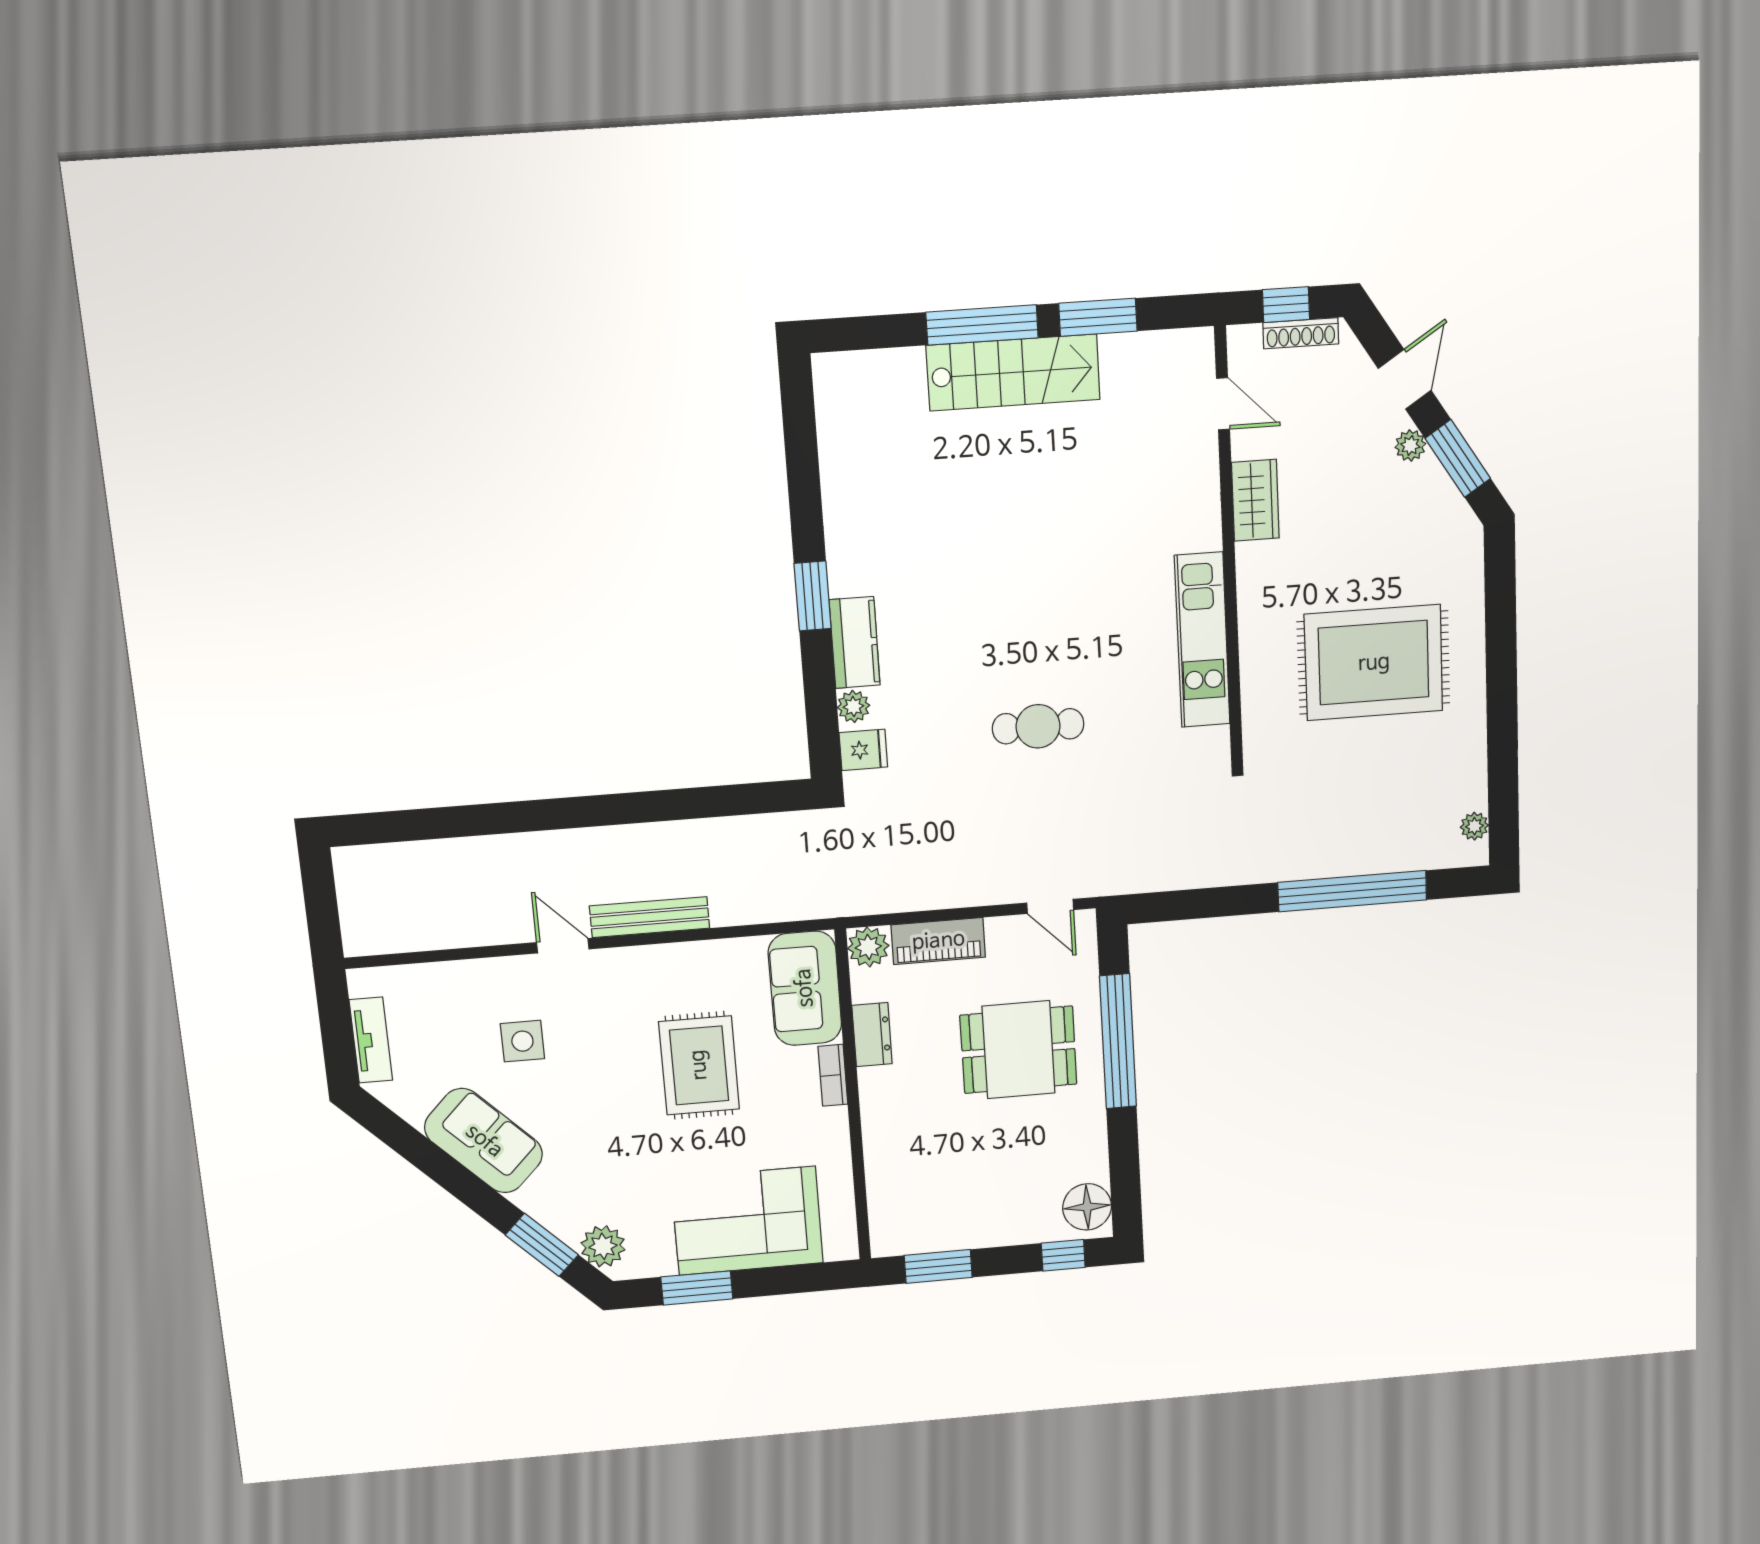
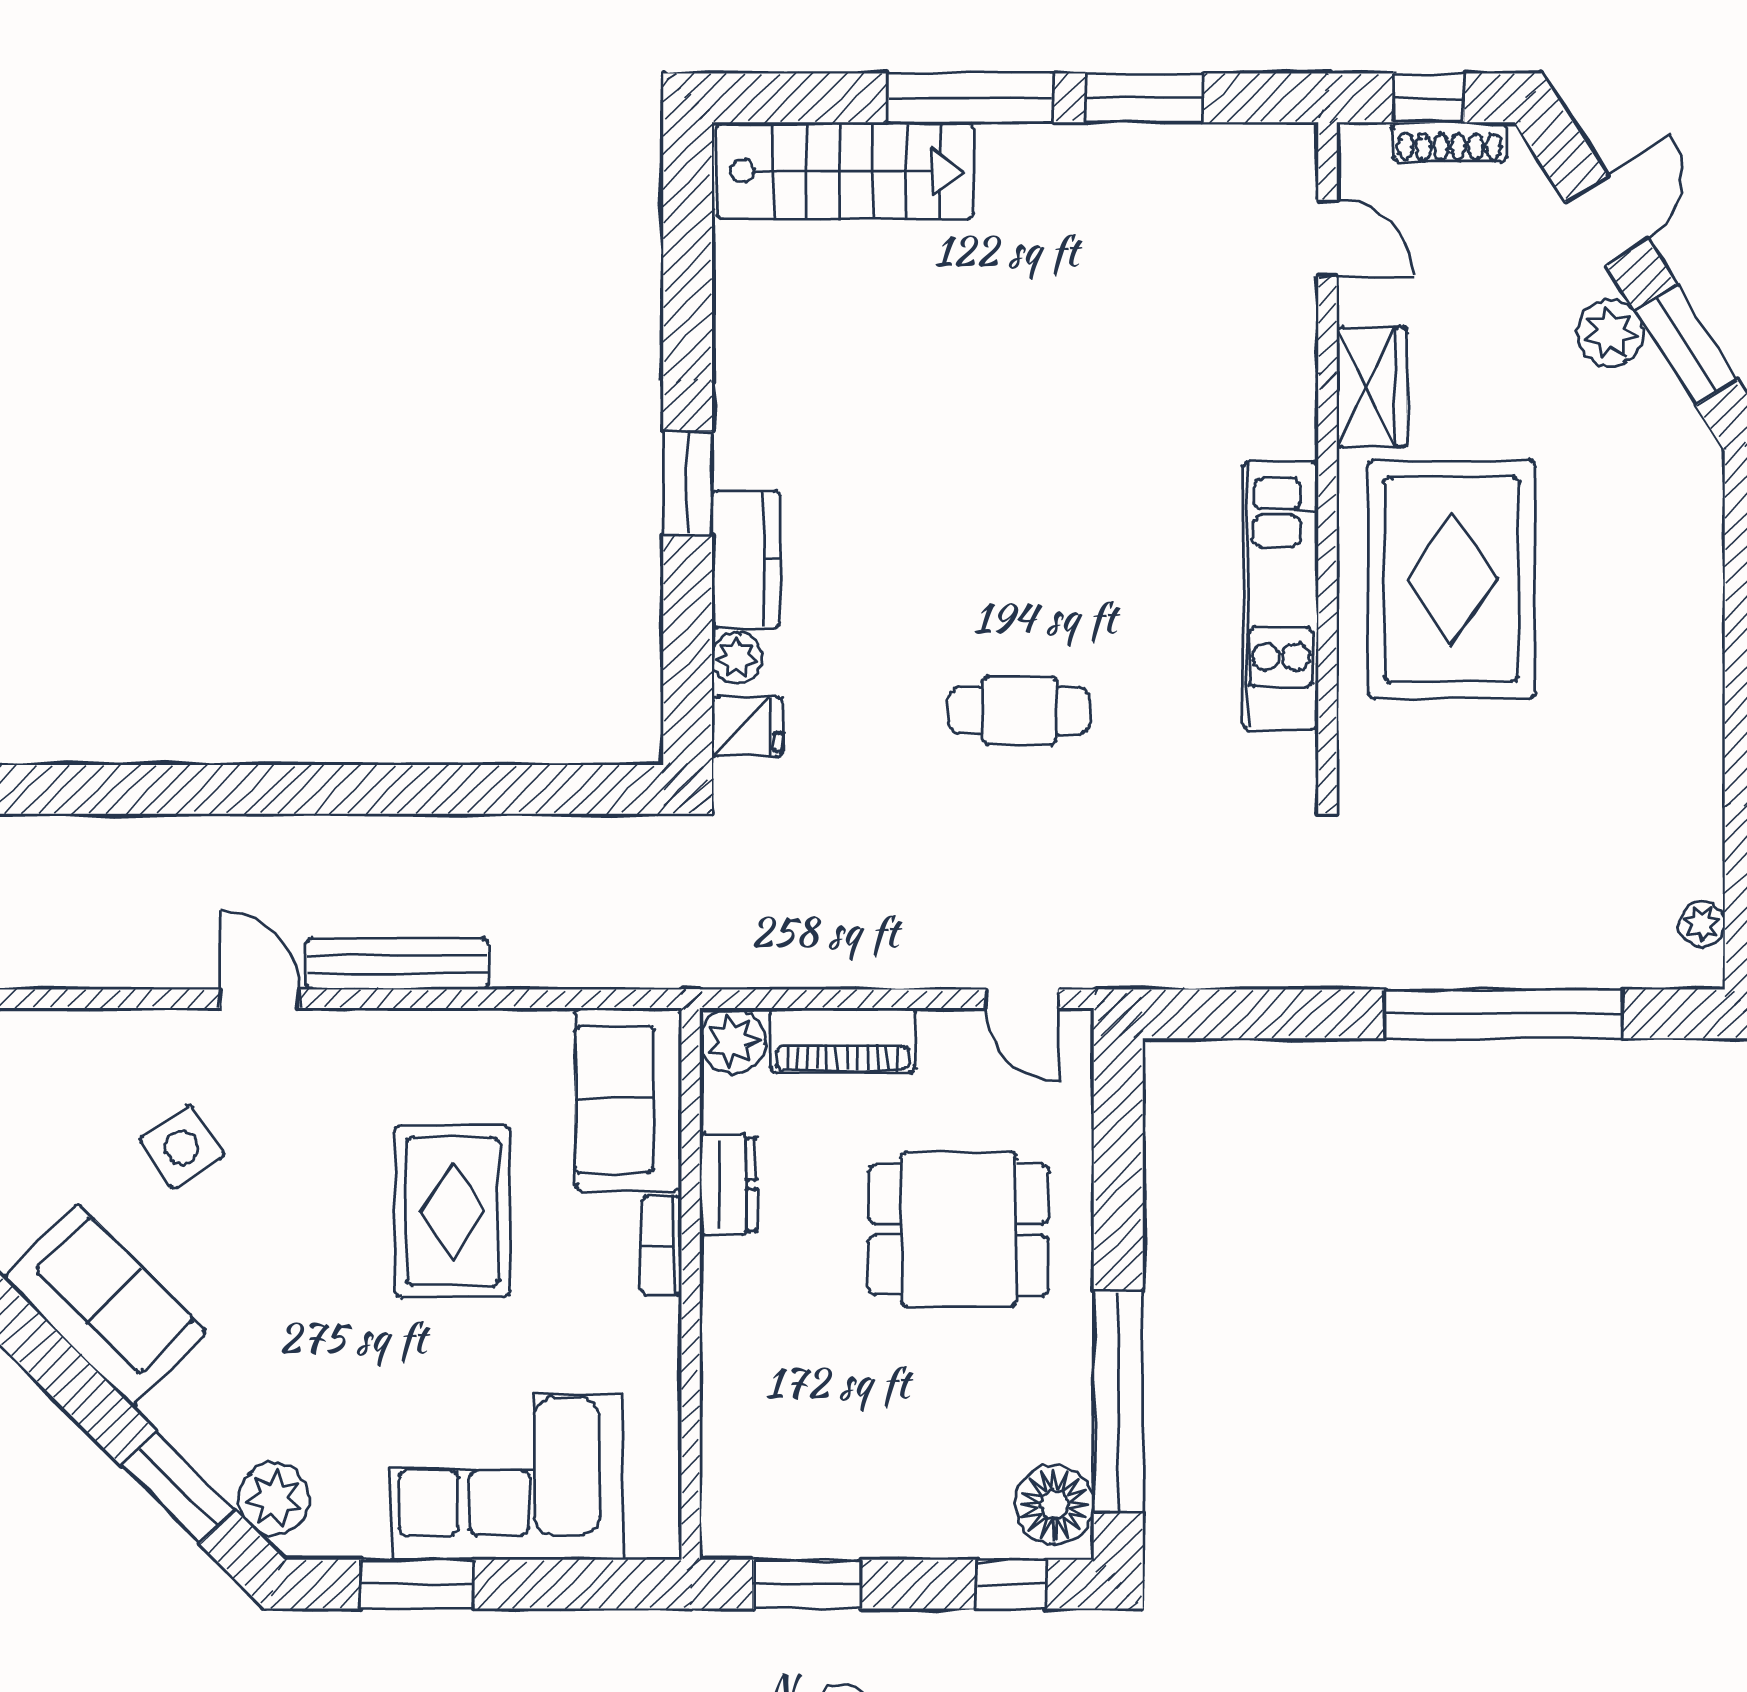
stairs: (1013, 373) -> (845, 171), moved
plant: (1410, 446) -> (1610, 333), width x1.38, depth x1.38
rug: (1374, 663) -> (1451, 580), moved, turned 90
side table: (522, 1041) -> (182, 1147), turned -33
window: (1118, 1041) -> (1118, 1401), moved

